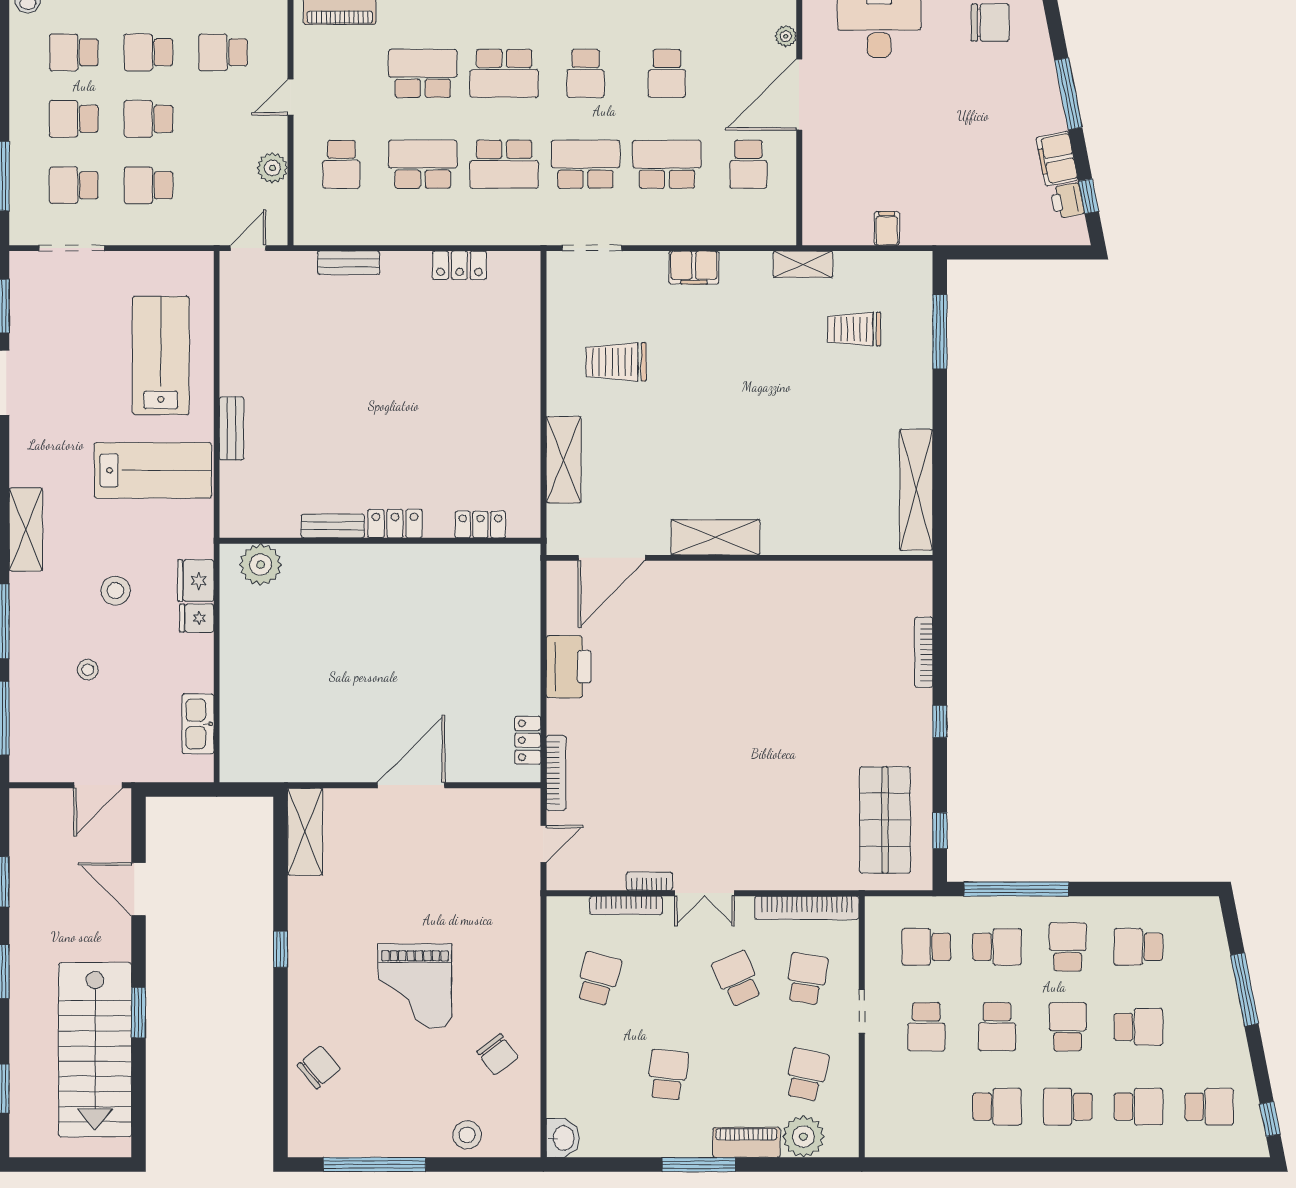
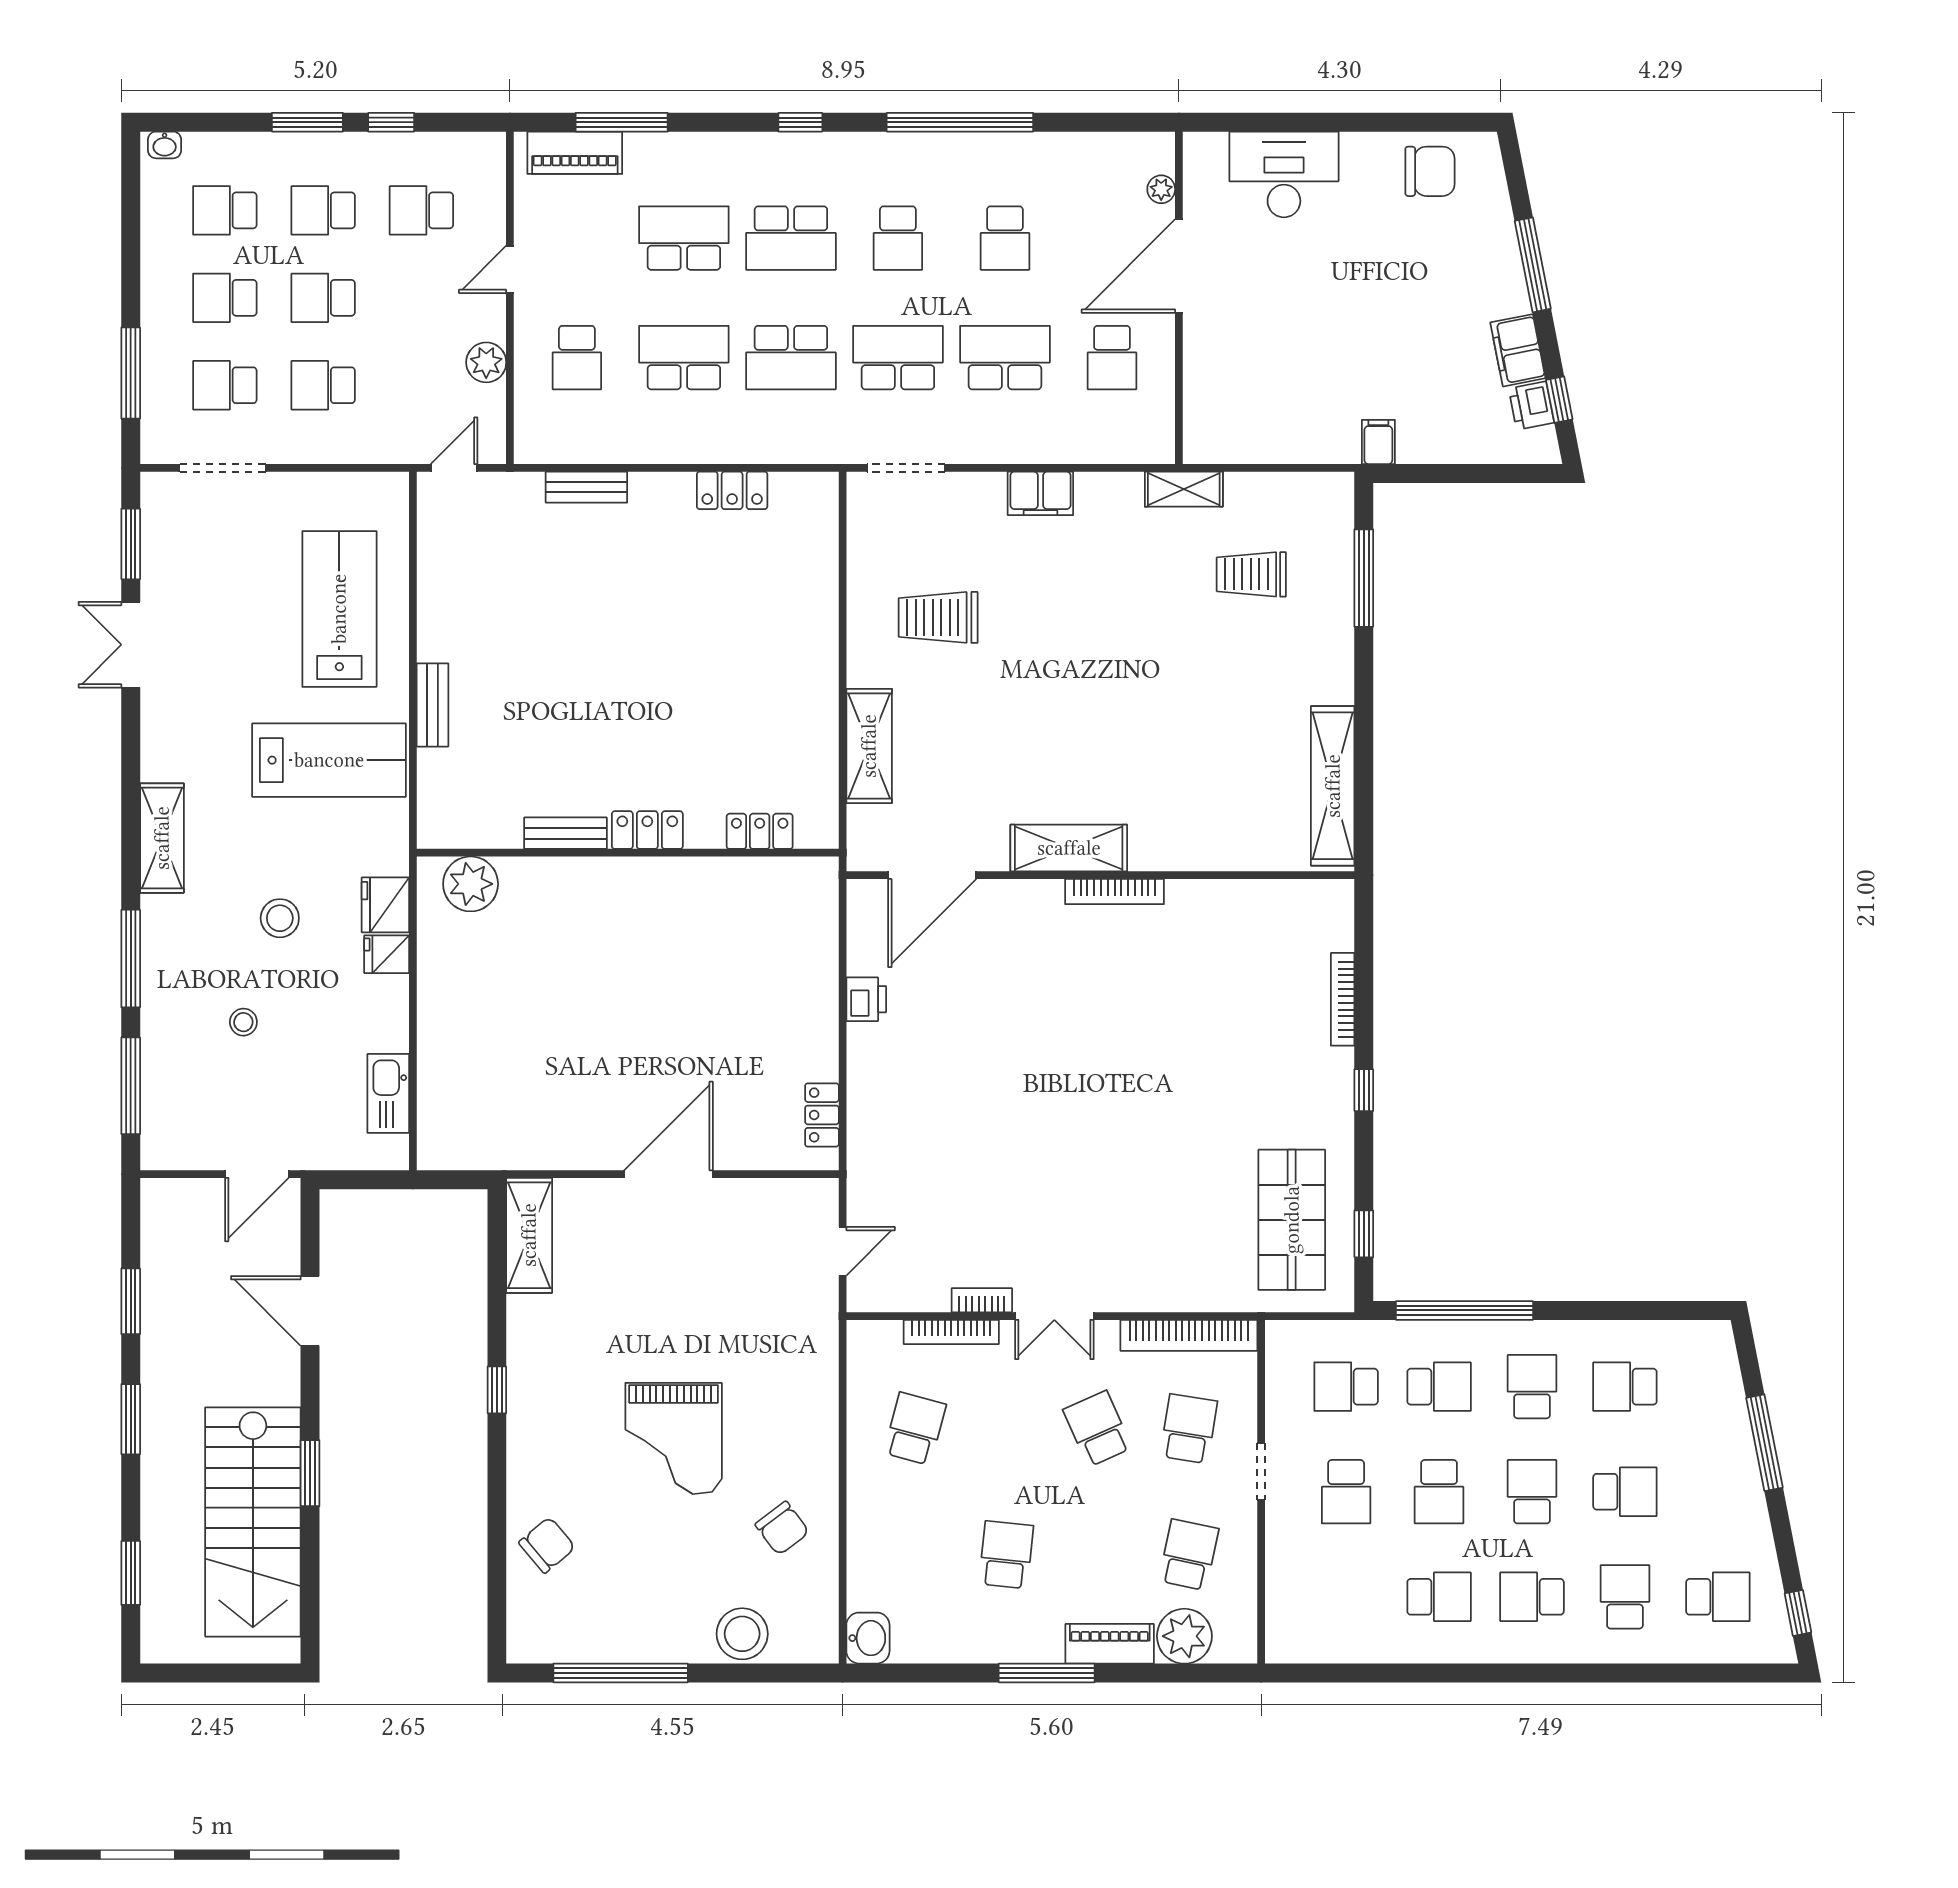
filing cabinet: (887, 228) -> (1378, 442), moved
printer: (569, 667) -> (866, 999), width x0.53, depth x0.68
bookcase: (556, 773) -> (1115, 892), moved, turned 90
school desk: (1138, 1107) -> (1625, 1597), turned -90
stool: (467, 1135) -> (742, 1634), width x1.38, depth x1.38

